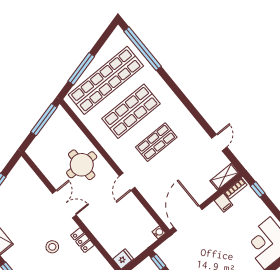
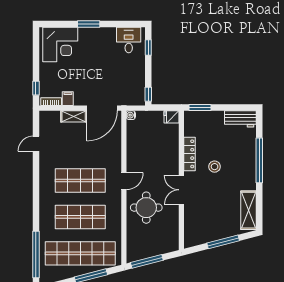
shop shelf: (156, 142) -> (80, 180), width x1.43, depth x1.36
shelving: (225, 177) -> (74, 116), moved
door: (127, 182) -> (124, 181), moved
locker: (82, 240) -> (189, 154), width x1.53

